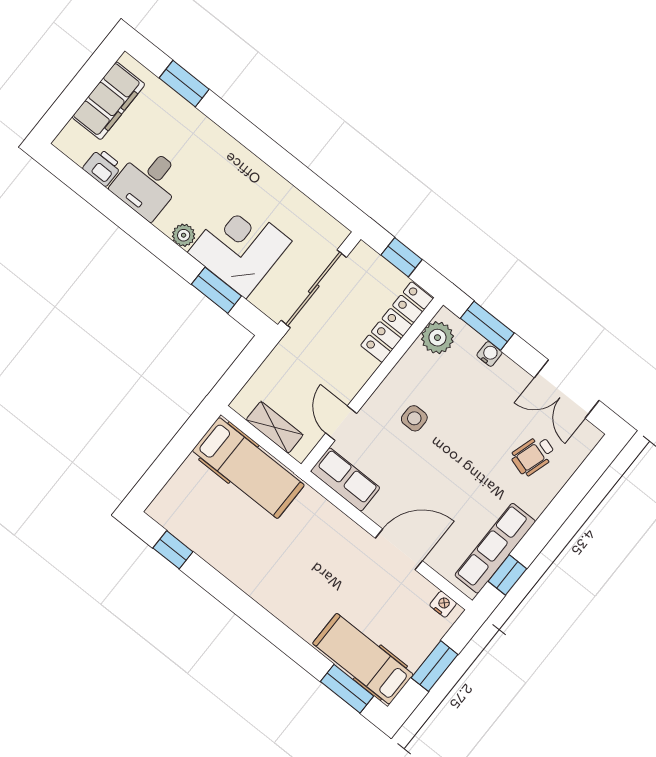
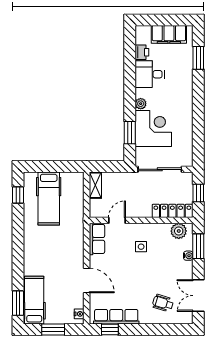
shelving: (275, 427) -> (95, 185), moved
hospital bed: (248, 468) -> (49, 199), moved

